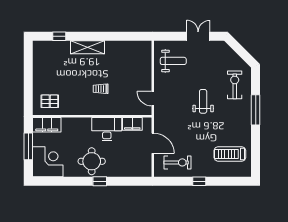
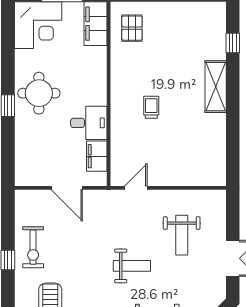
weight bench: (173, 61) -> (182, 235), moved
desk: (107, 129) -> (89, 123), width x0.73
door: (153, 143) -> (67, 188), hinge flipped
exercise bike: (177, 162) -> (33, 247), moved

